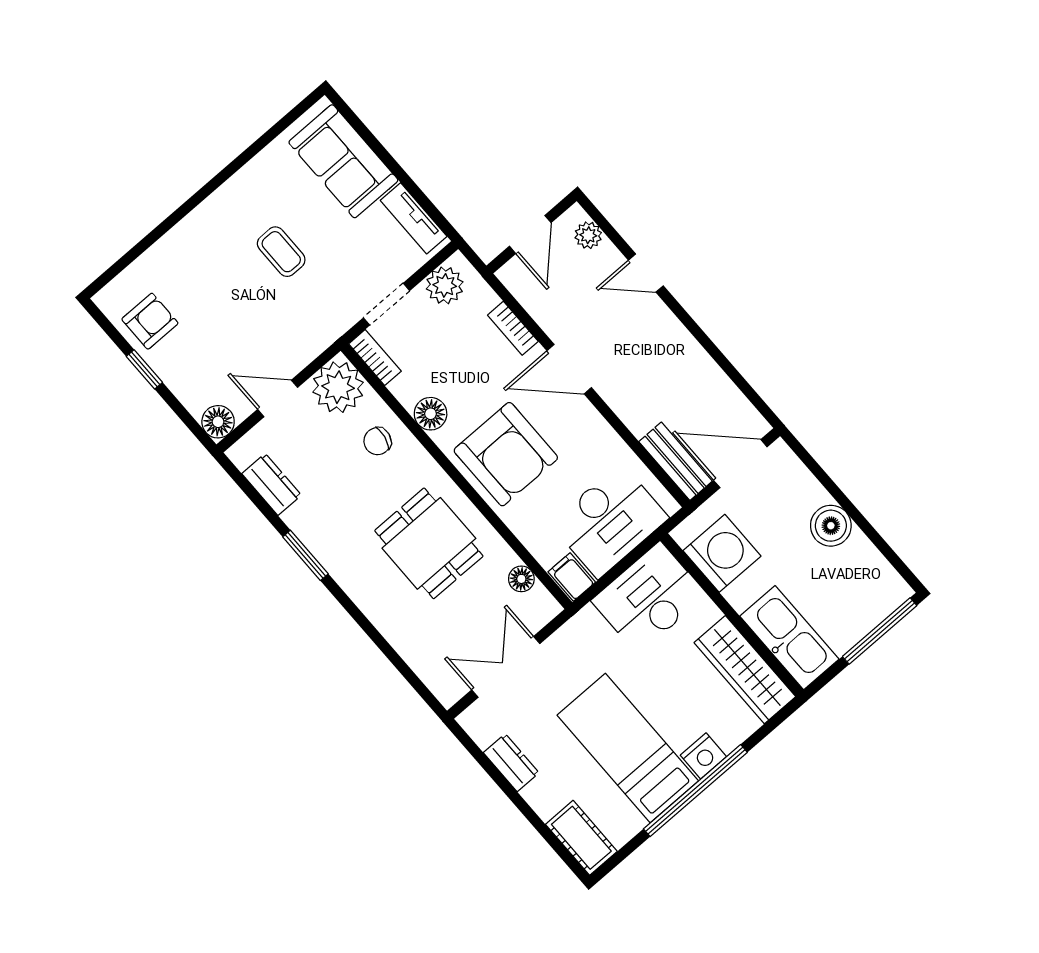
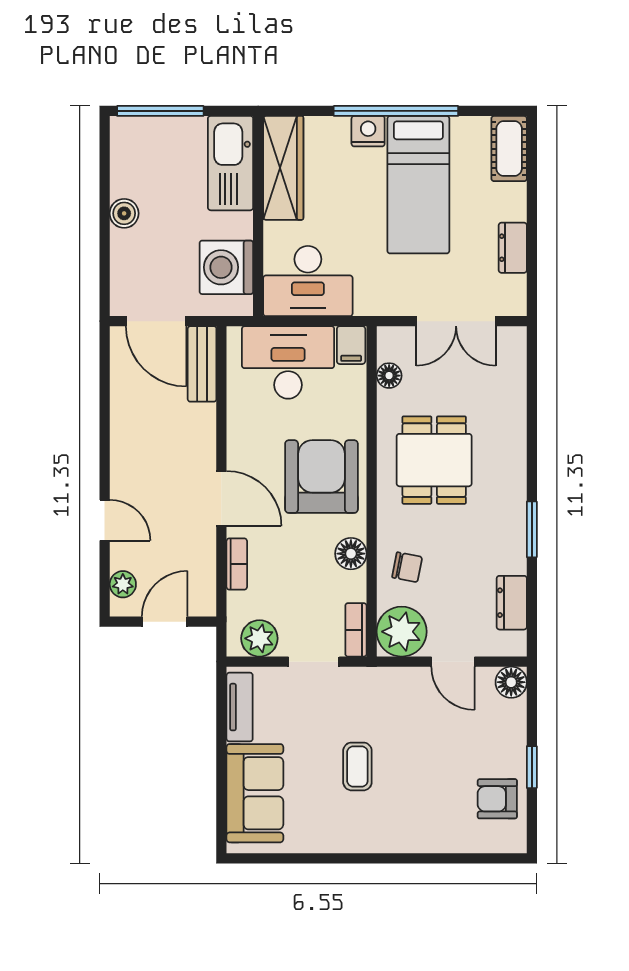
boiler: (831, 526) -> (124, 213), width x0.73, depth x0.73

